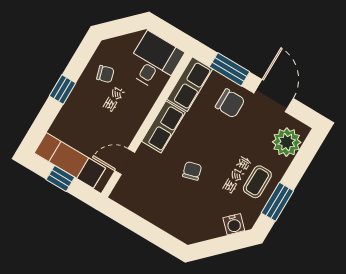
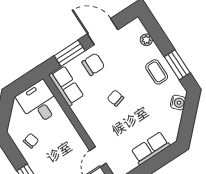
row of seats: (163, 127) -> (150, 148), moved, turned -90
plant: (287, 142) -> (146, 40), width x0.53, depth x0.53
chair: (192, 171) -> (115, 98), moved

